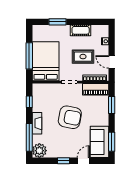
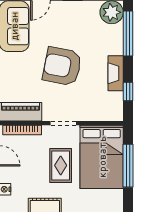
rug: (83, 57) -> (61, 165), moved, turned 90
fireplace: (37, 123) -> (116, 73), moved

